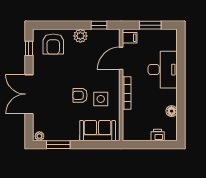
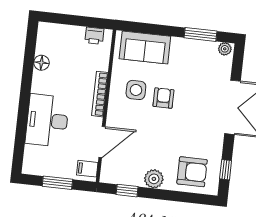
armchair: (53, 44) -> (192, 172), turned 90
armchair: (80, 95) -> (163, 98), turned -90
printer: (158, 135) -> (94, 36), moved

